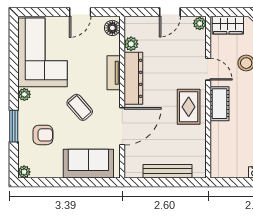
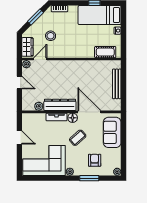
floor lamp: (112, 28) -> (73, 118), moved
door: (208, 69) -> (40, 59), moved
cot: (220, 104) -> (105, 52), moved
rug: (189, 107) -> (77, 71), removed

